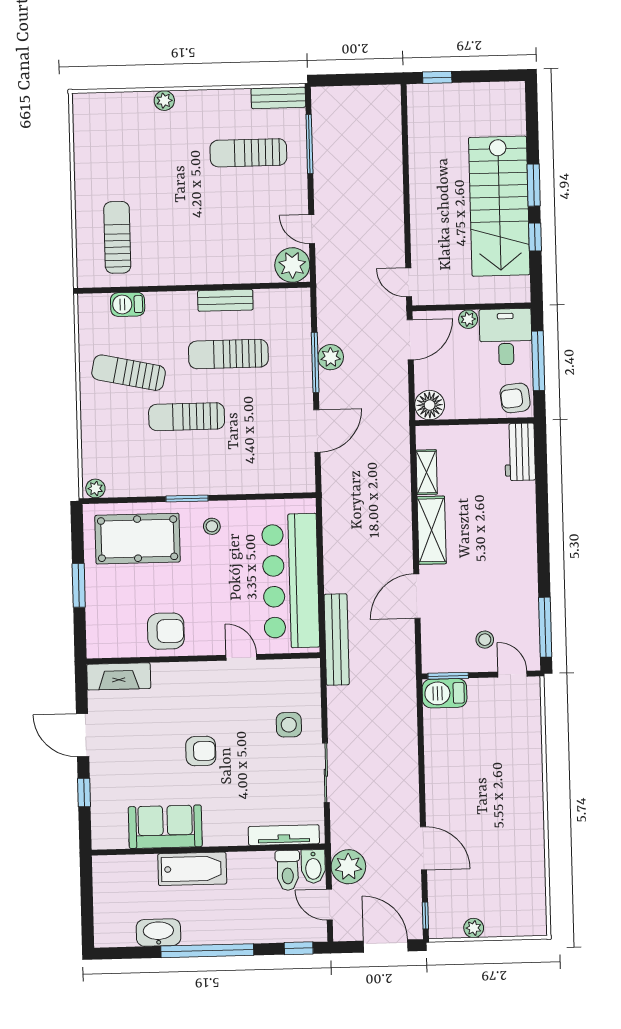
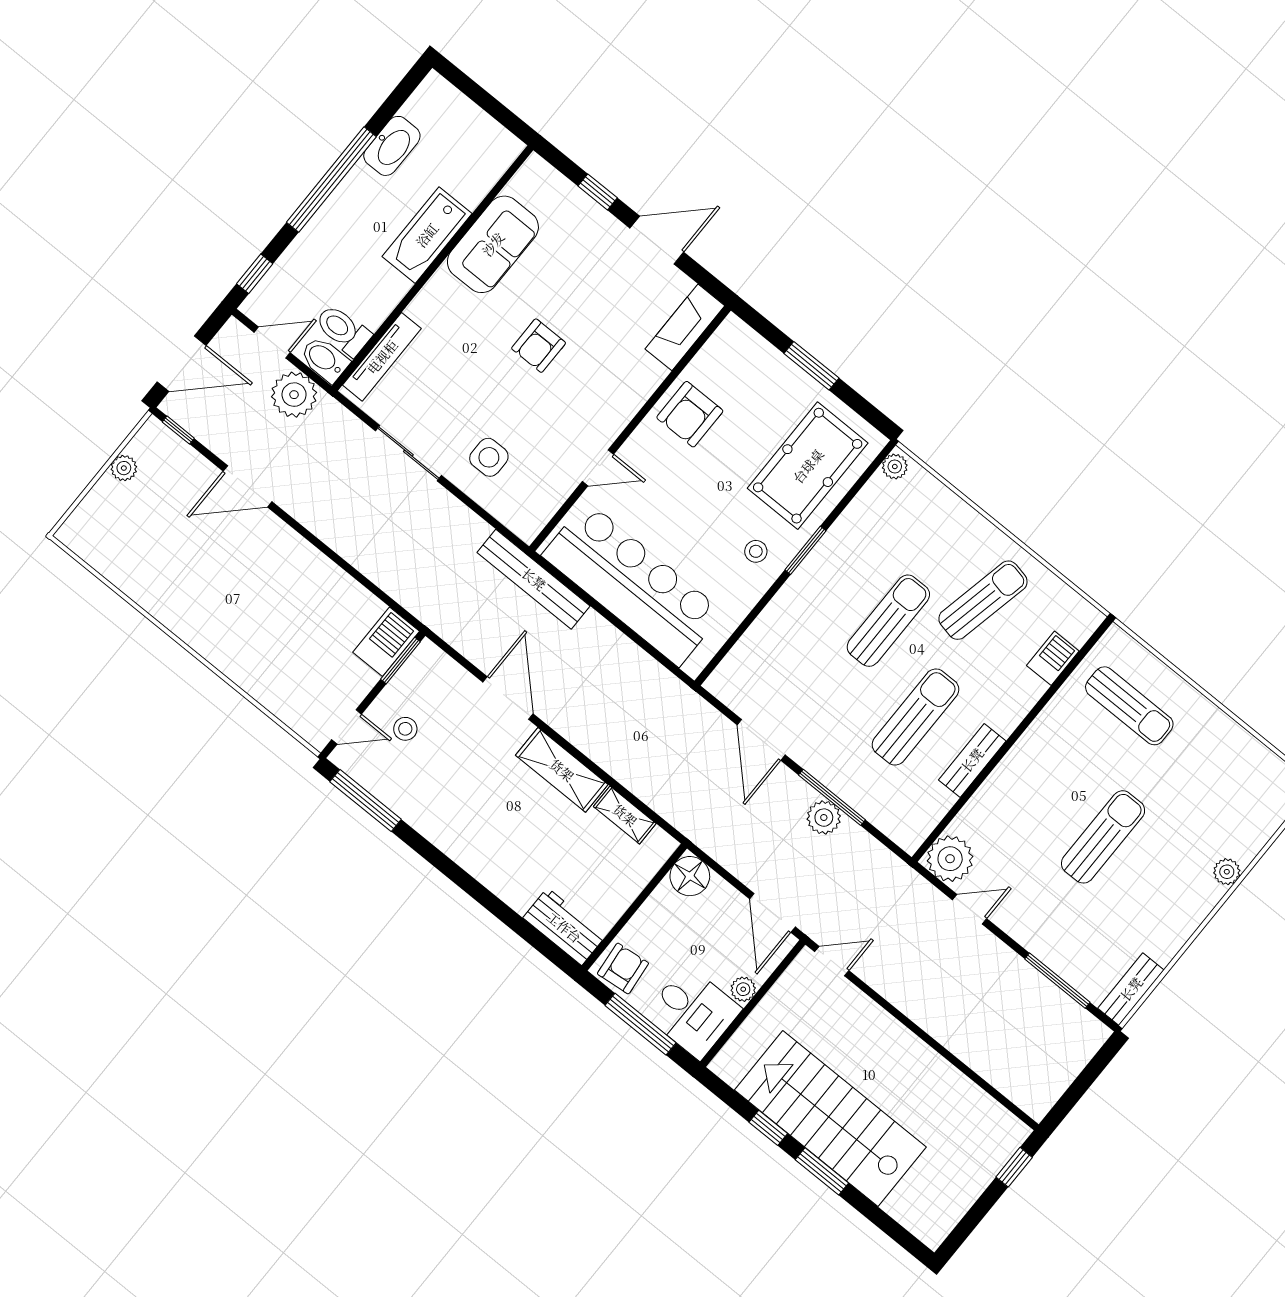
sun lounger: (248, 153) -> (1103, 837), moved

